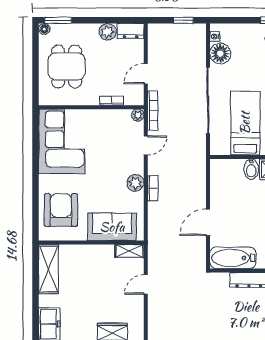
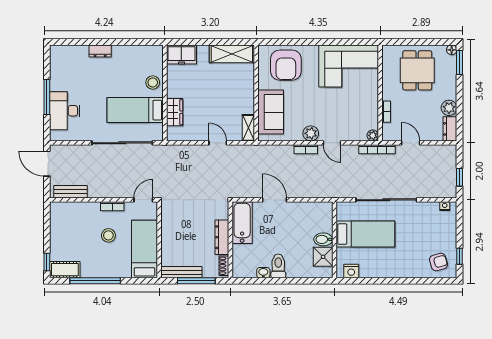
floor lamp: (220, 54) -> (429, 211), removed
dining table: (67, 67) -> (417, 70), turned 90
door: (146, 145) -> (332, 143), moved
armchair: (61, 210) -> (286, 65), turned 90

